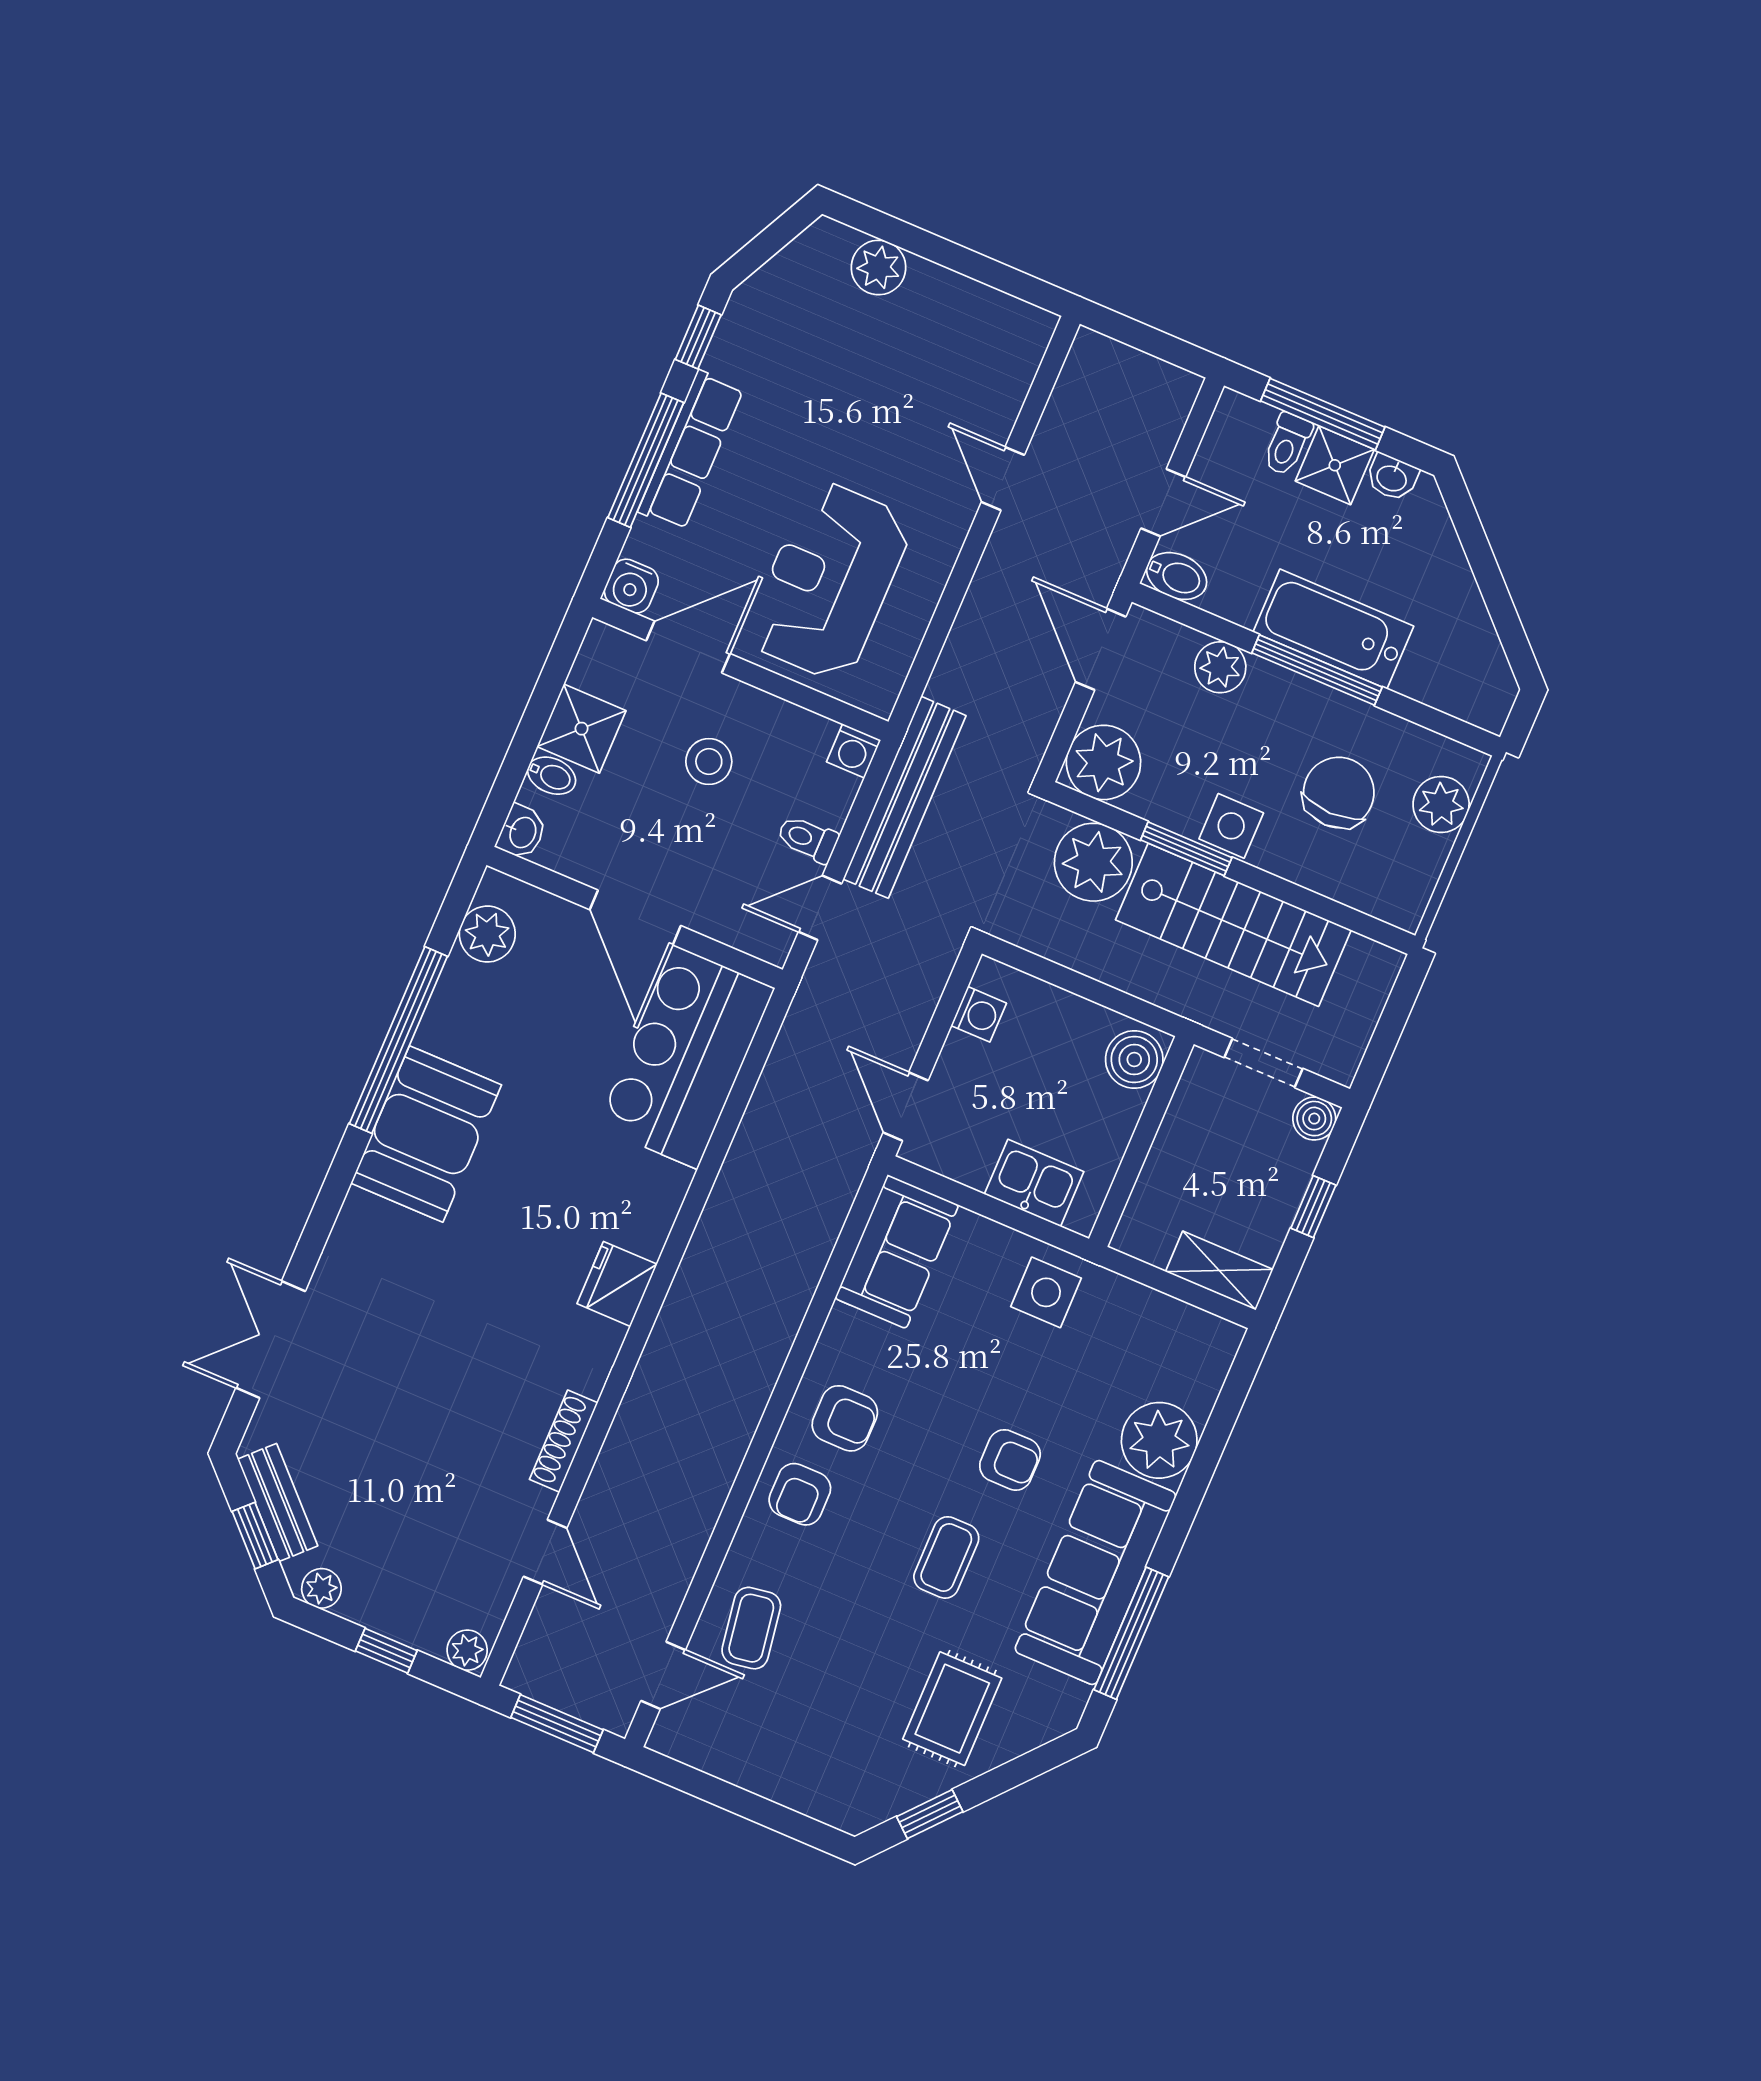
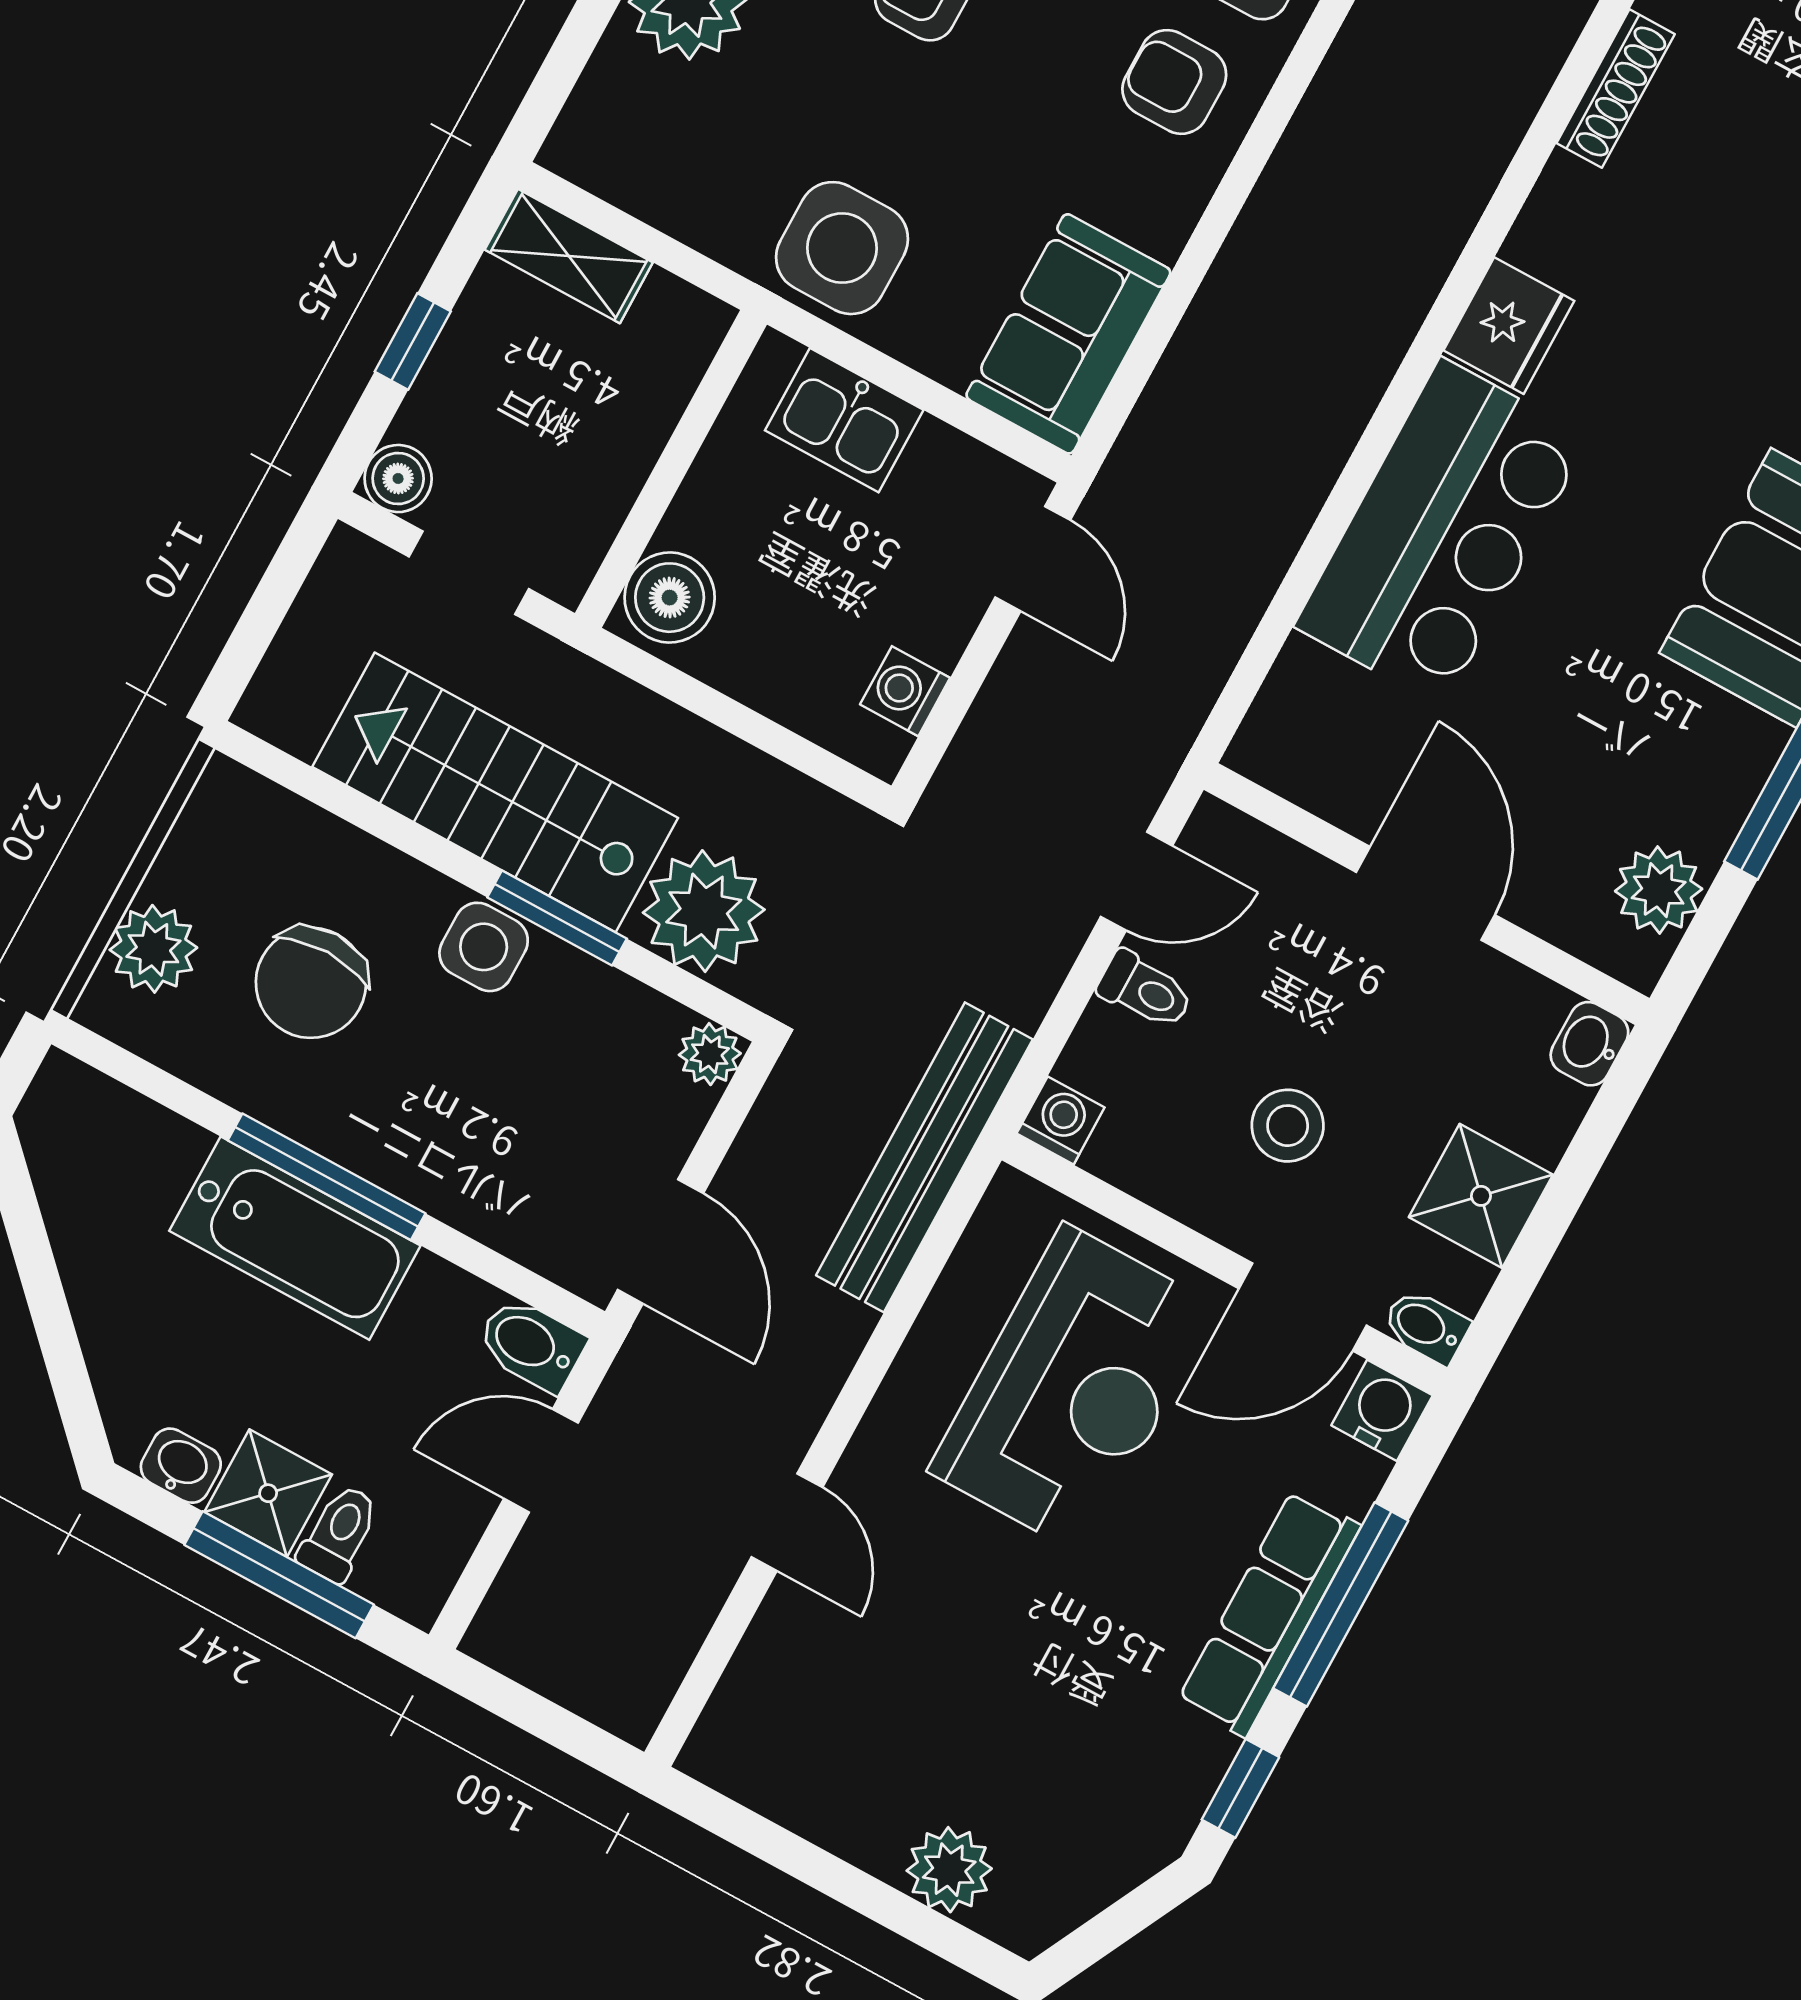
plant: (1220, 667) -> (477, 1196), removed
plant: (1103, 762) -> (710, 1054), width x0.53, depth x0.53
bidet: (552, 776) -> (1426, 1326), moved
bench: (905, 797) -> (924, 1157), moved
bar counter: (686, 1058) -> (1442, 532), moved
side table: (1046, 1292) -> (842, 248), width x1.37, depth x1.37

